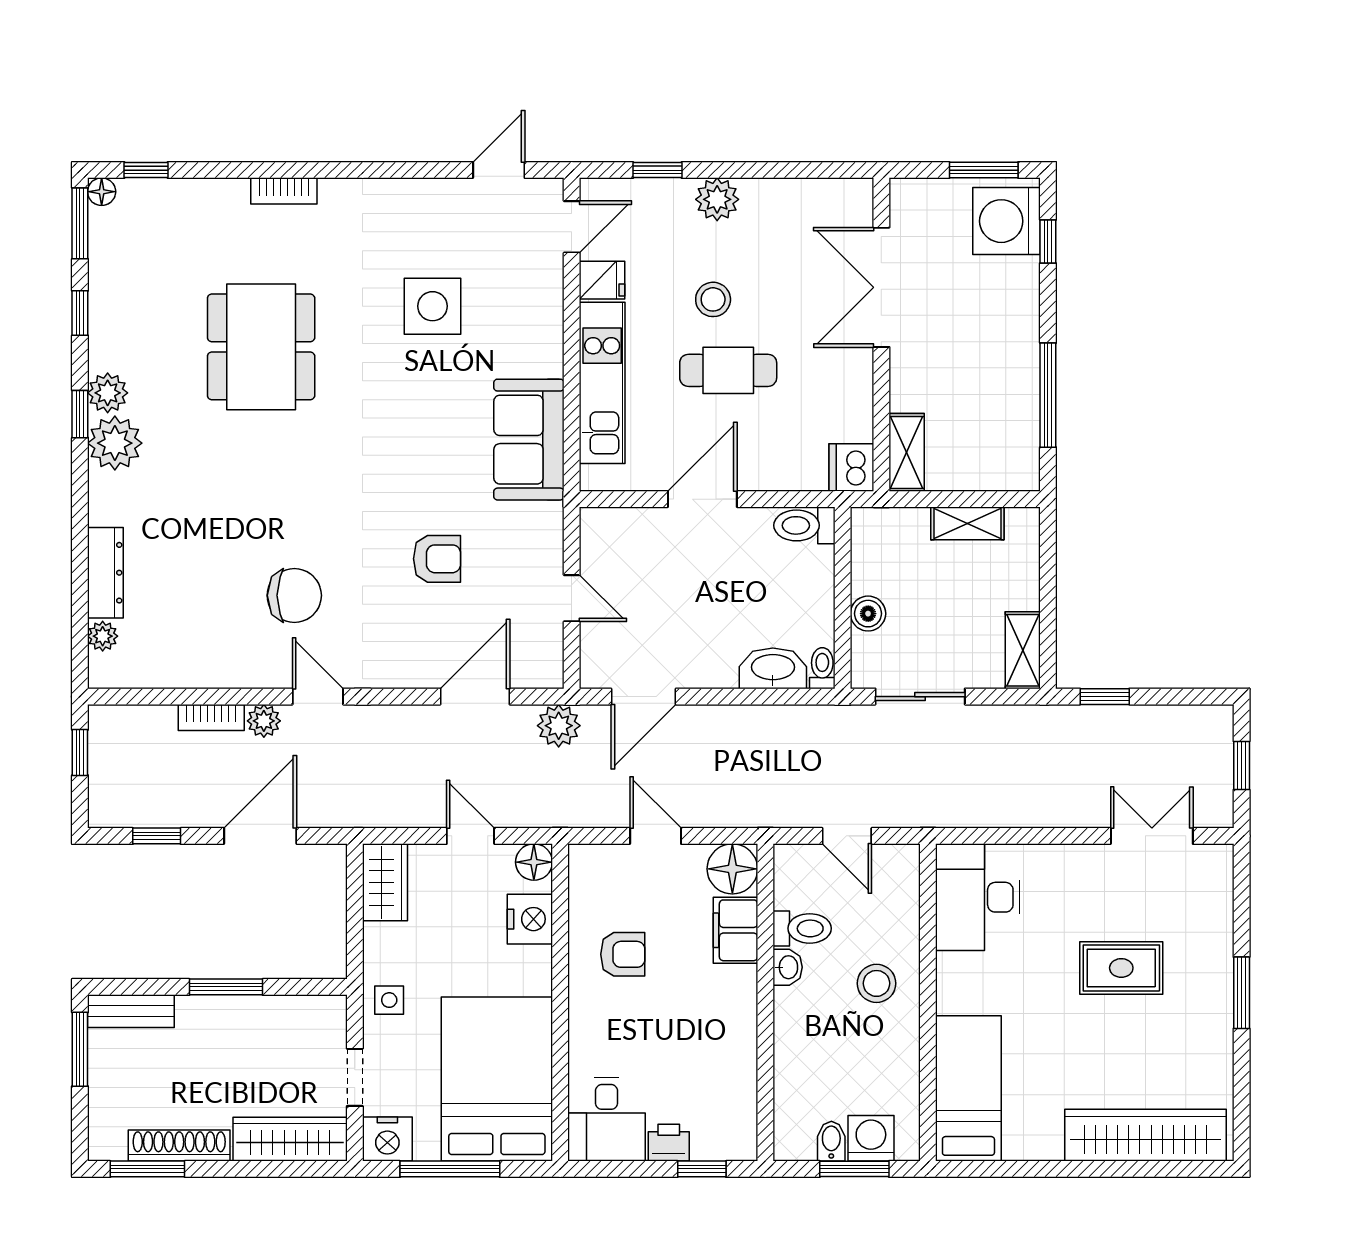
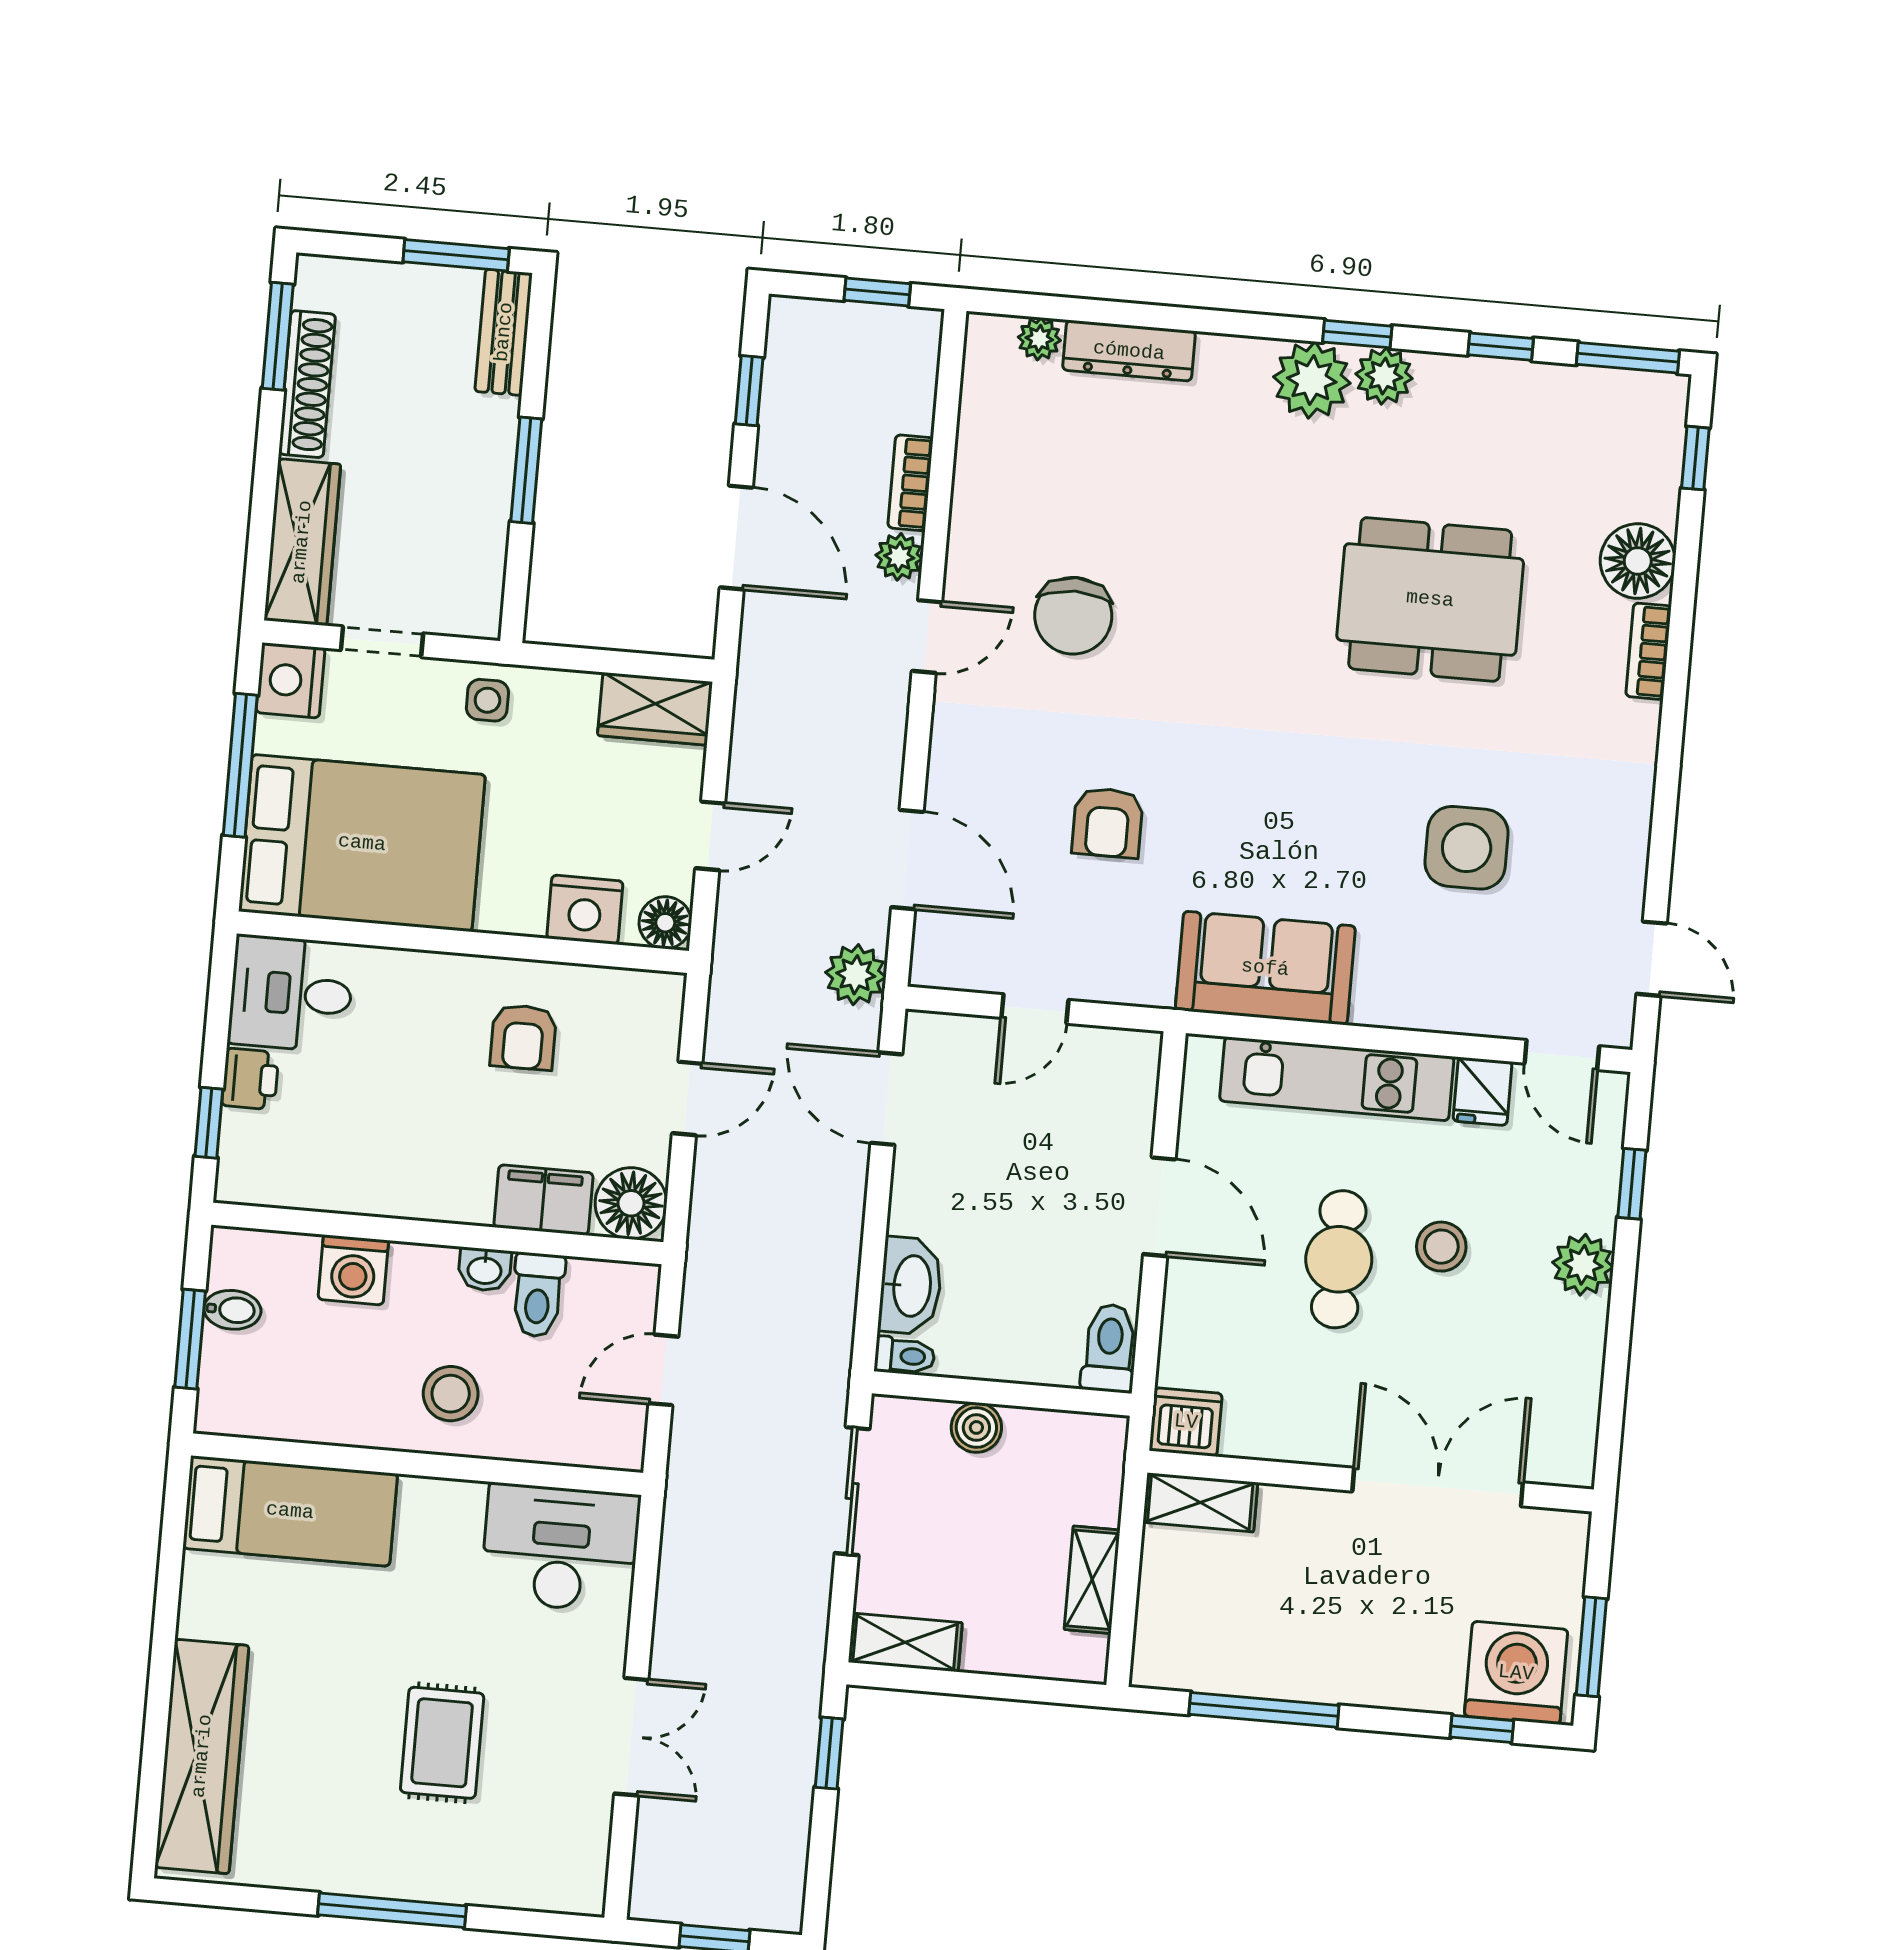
floor lamp: (102, 192) -> (1638, 561), moved, width x1.89, depth x1.89
double door: (1152, 836) -> (631, 1737), moved
window: (1242, 993) -> (392, 1910), width x1.44
washing machine: (871, 1138) -> (353, 1270), moved, turned 90

